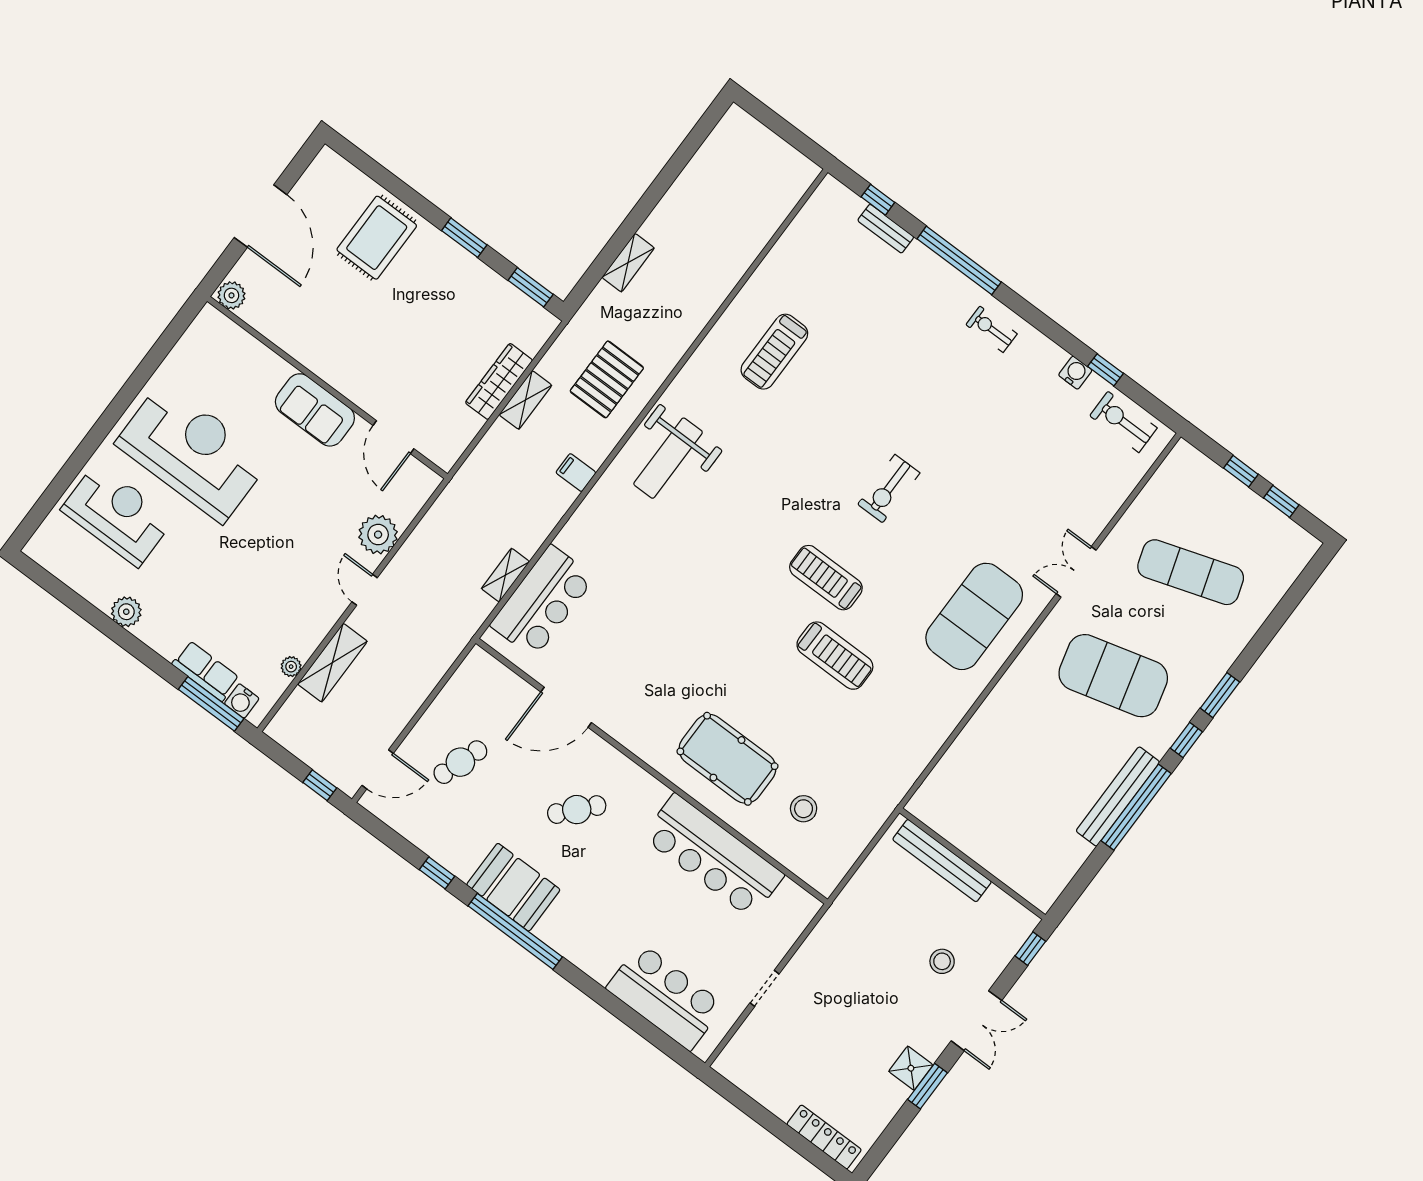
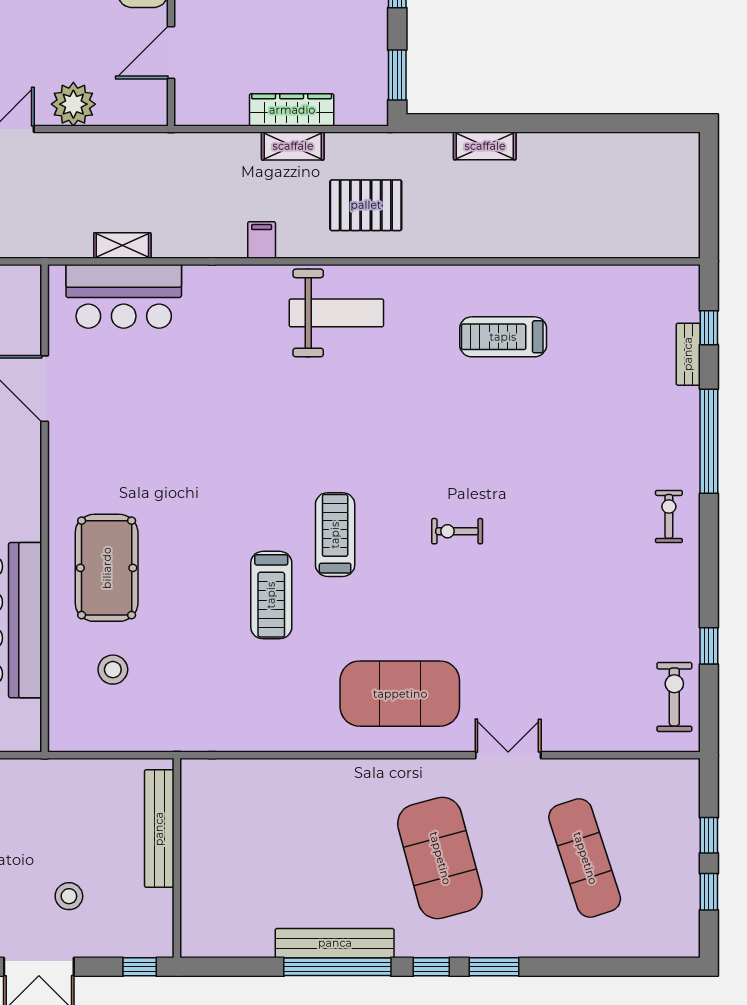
water cooler: (1075, 373) -> (686, 621), removed
weight bench: (668, 458) -> (336, 313), turned 180
exercise bike: (889, 489) -> (457, 531), width x0.73, depth x0.72

